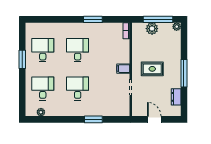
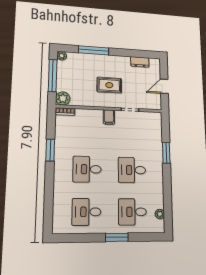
plant: (152, 29) -> (63, 99), moved
window: (22, 59) -> (117, 237), moved
rug: (152, 69) -> (109, 85), turned 90
window: (184, 73) -> (94, 50), moved

